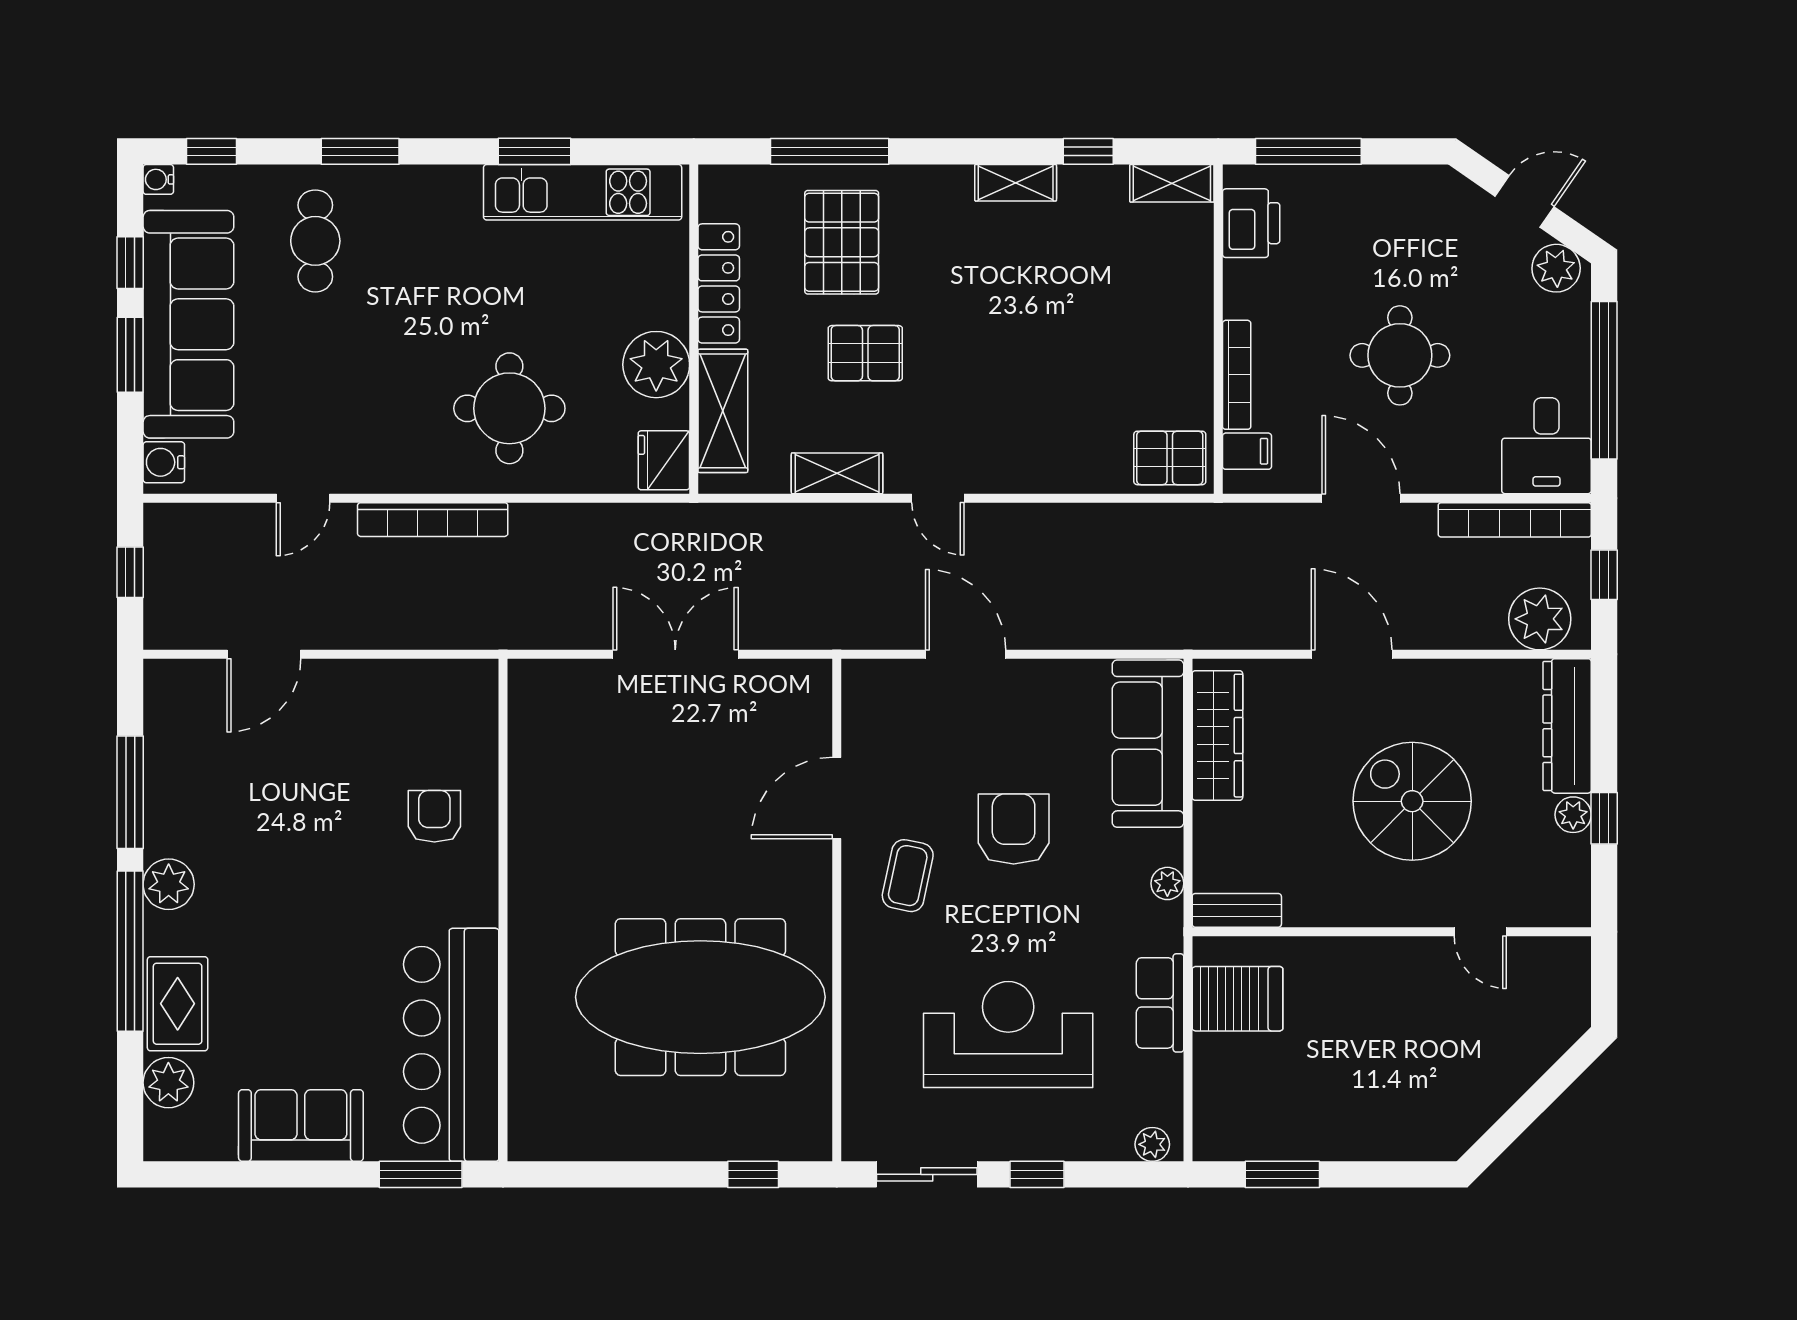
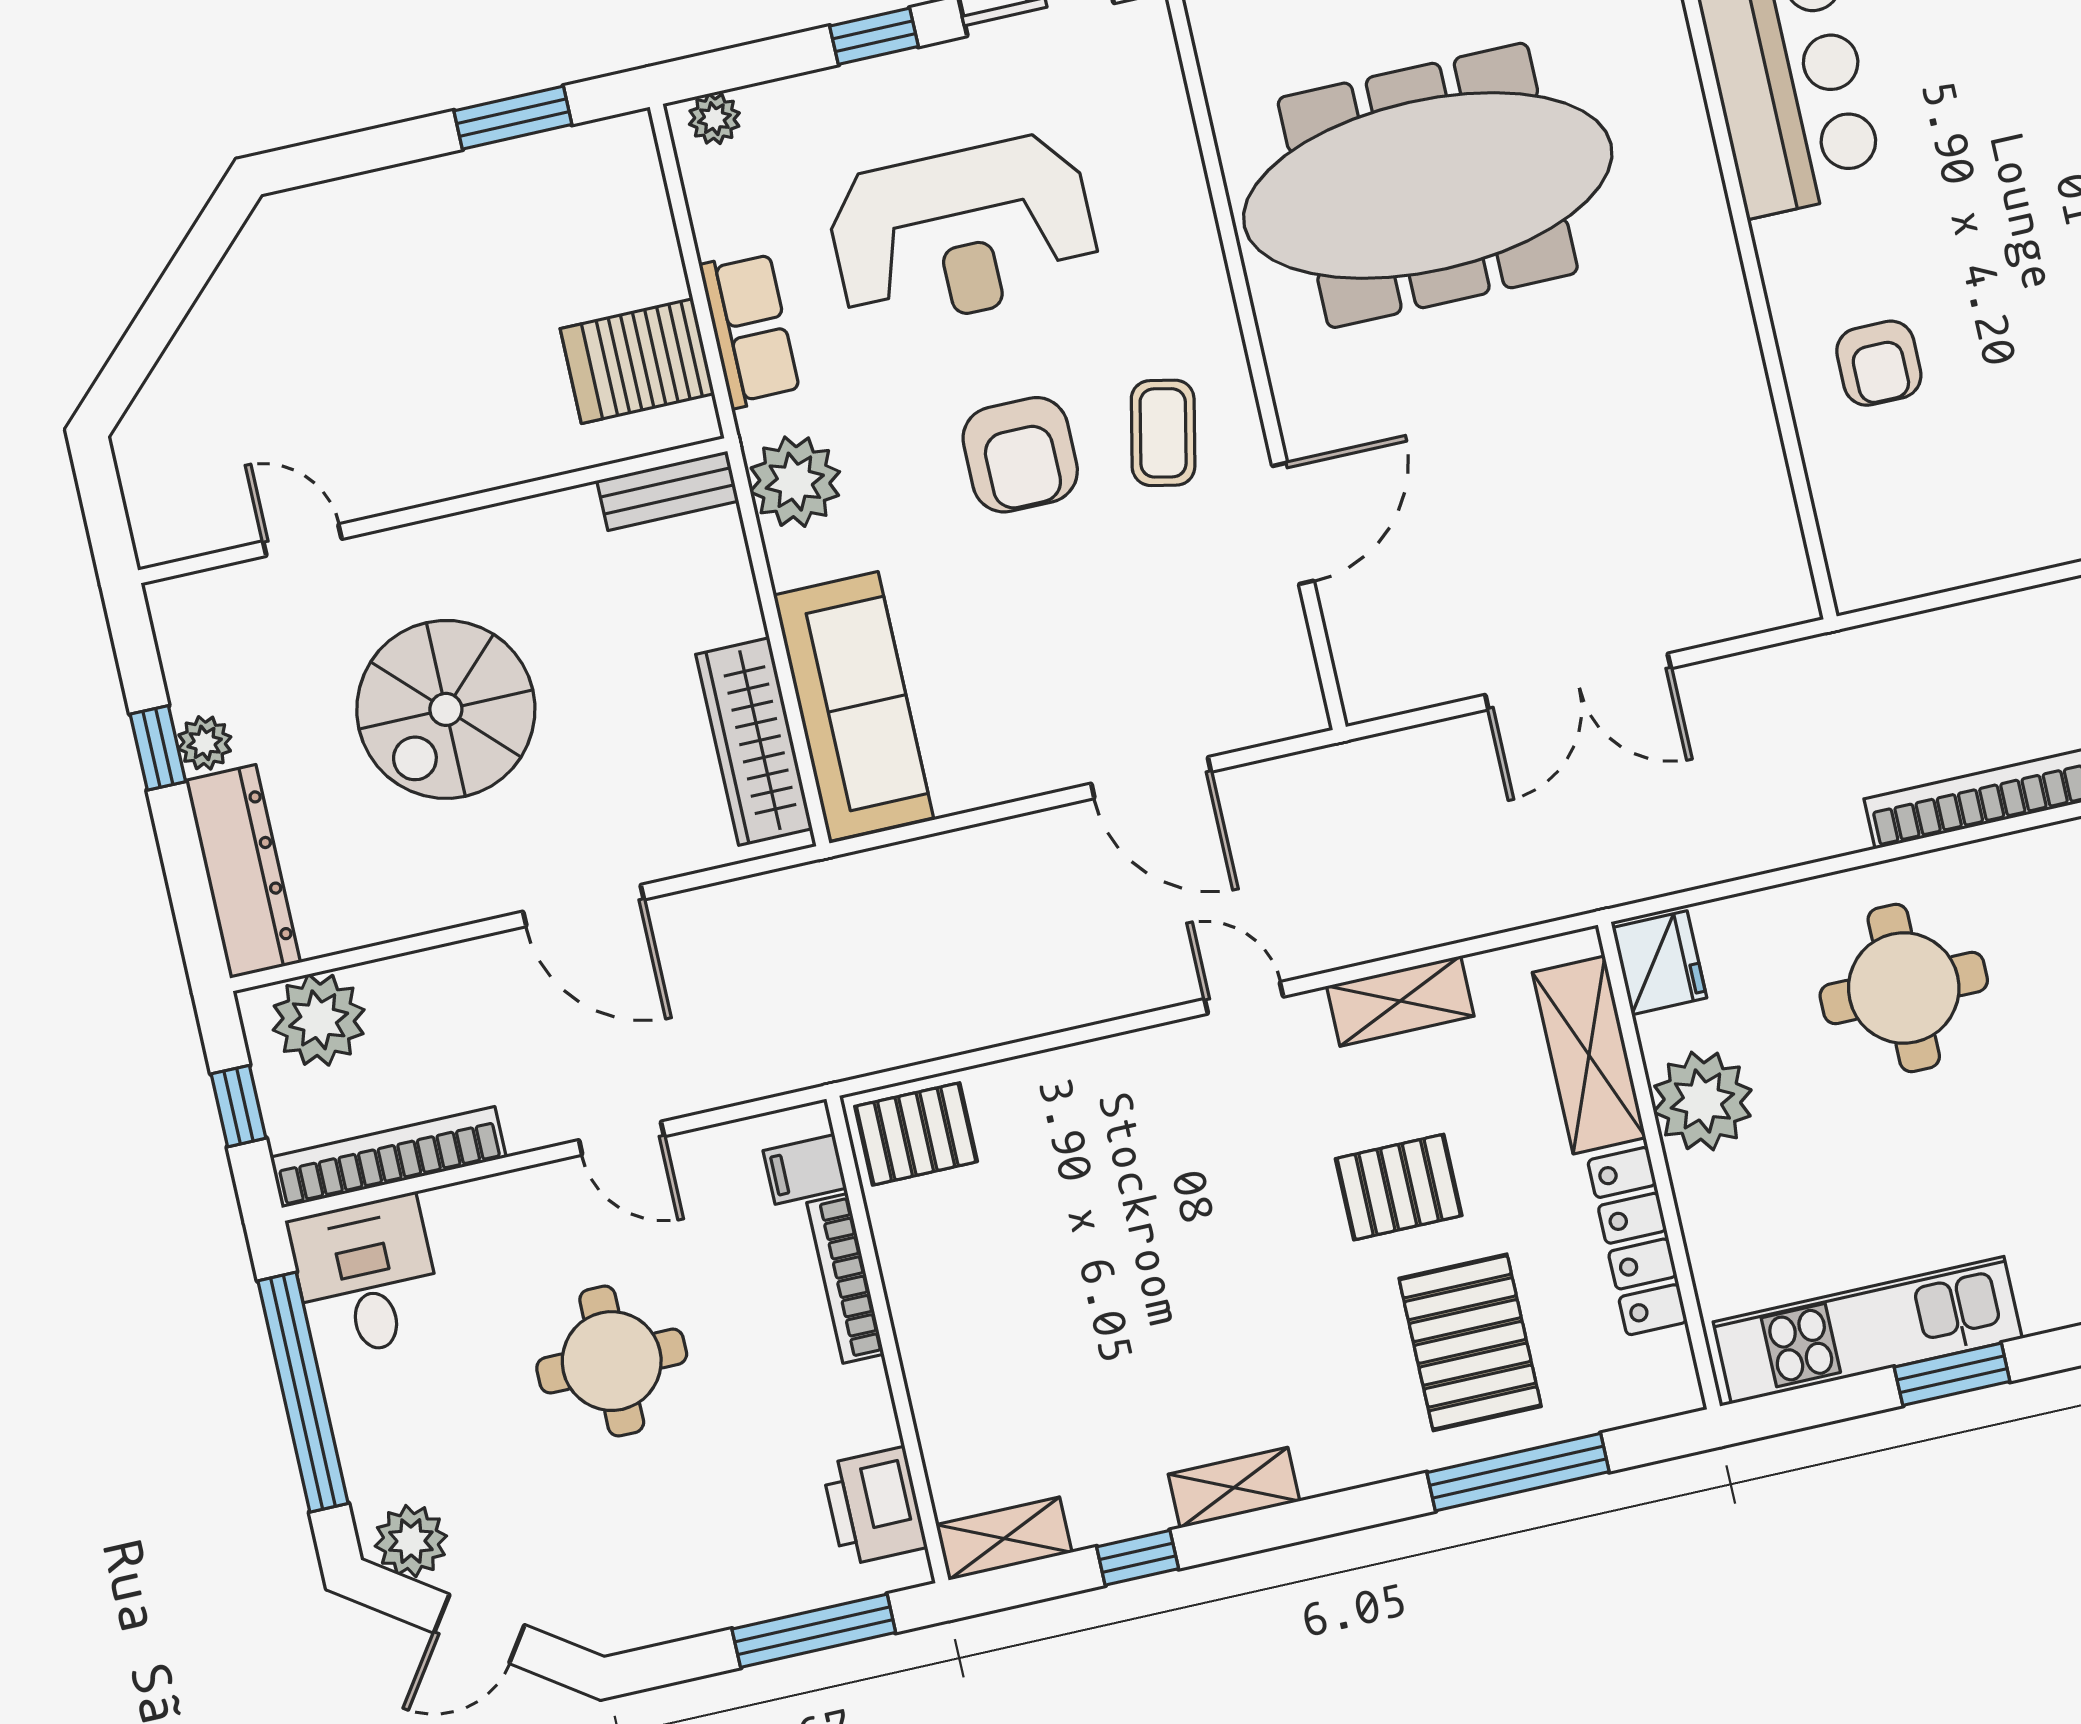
door: (1361, 498) -> (622, 1138), width x0.73
spiral stairs: (1412, 801) -> (446, 709), turned 90
armchair: (1014, 829) -> (1020, 455), moved
plant: (1167, 883) -> (795, 482), width x1.88, depth x1.88

